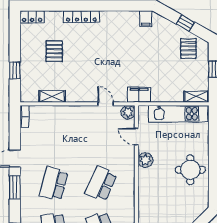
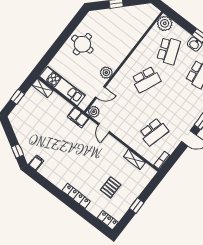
window: (185, 23) -> (17, 151), moved
pallet: (188, 48) -> (24, 123), removed
window: (15, 70) -> (137, 206), moved
door: (136, 136) -> (100, 92), hinge flipped
school desk: (54, 184) -> (154, 132), moved

